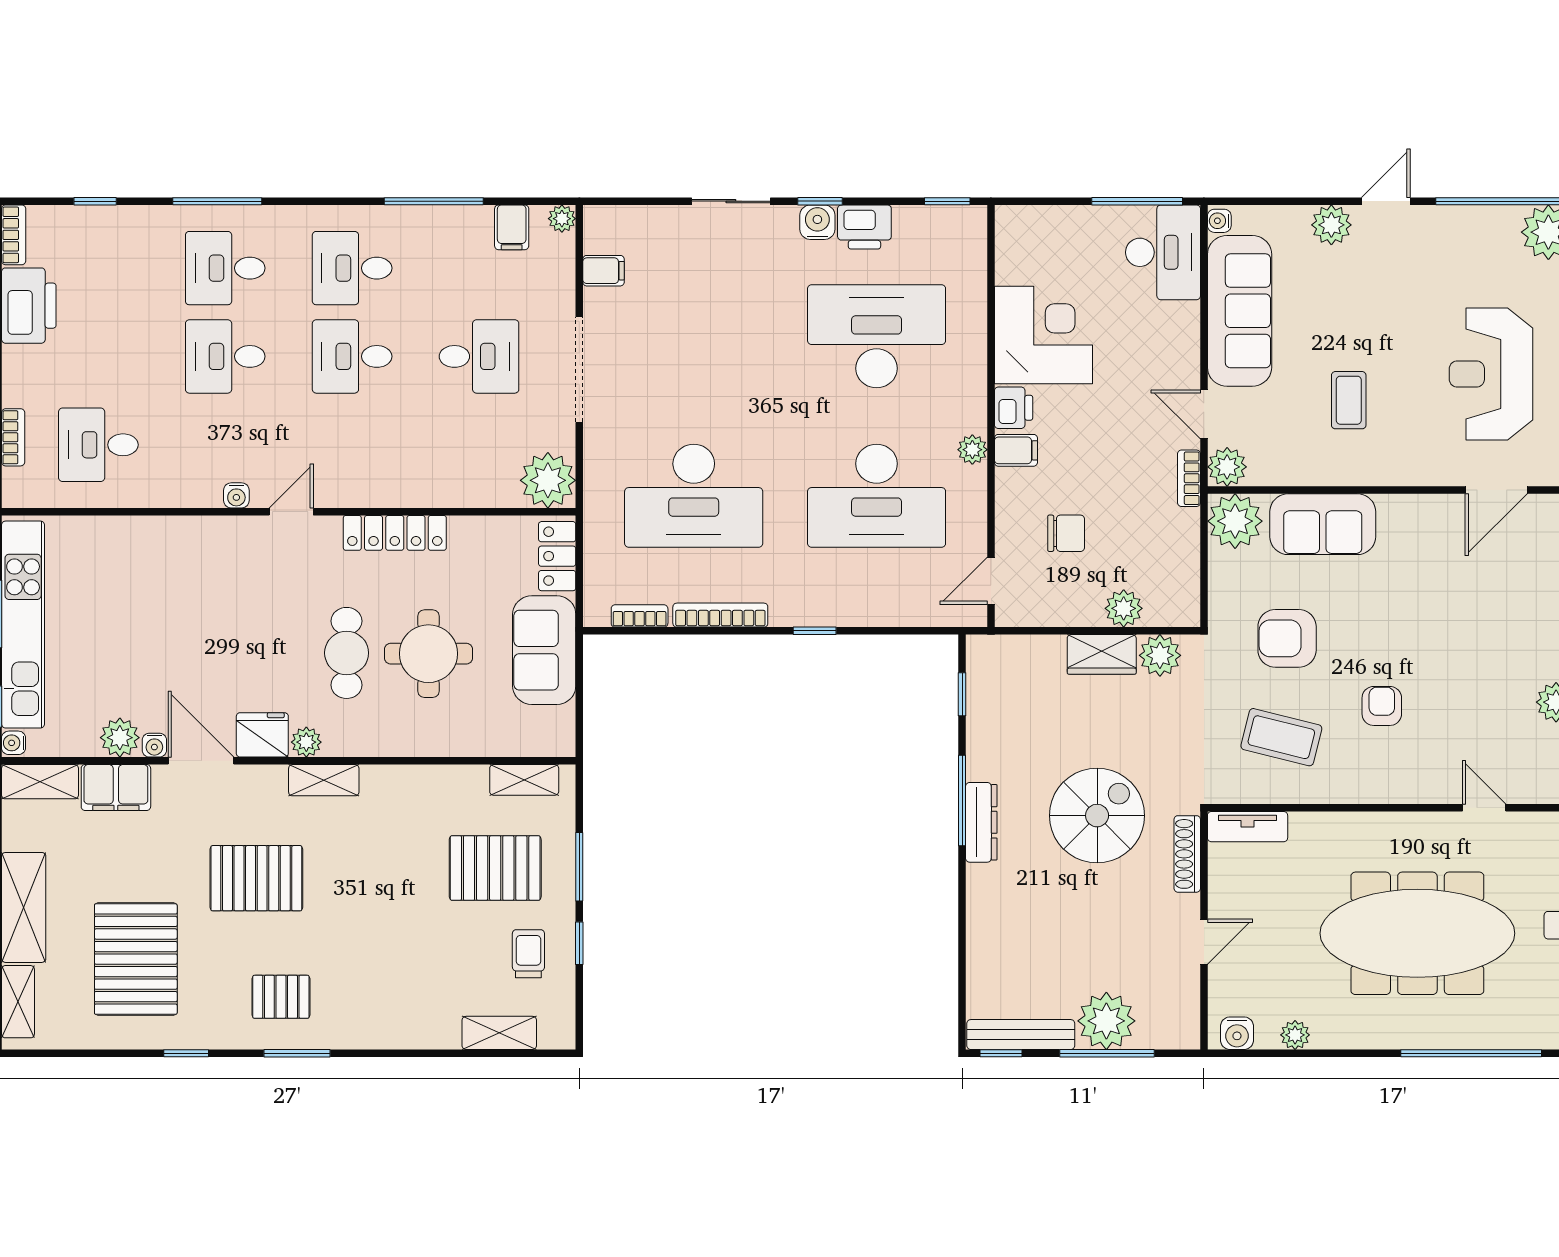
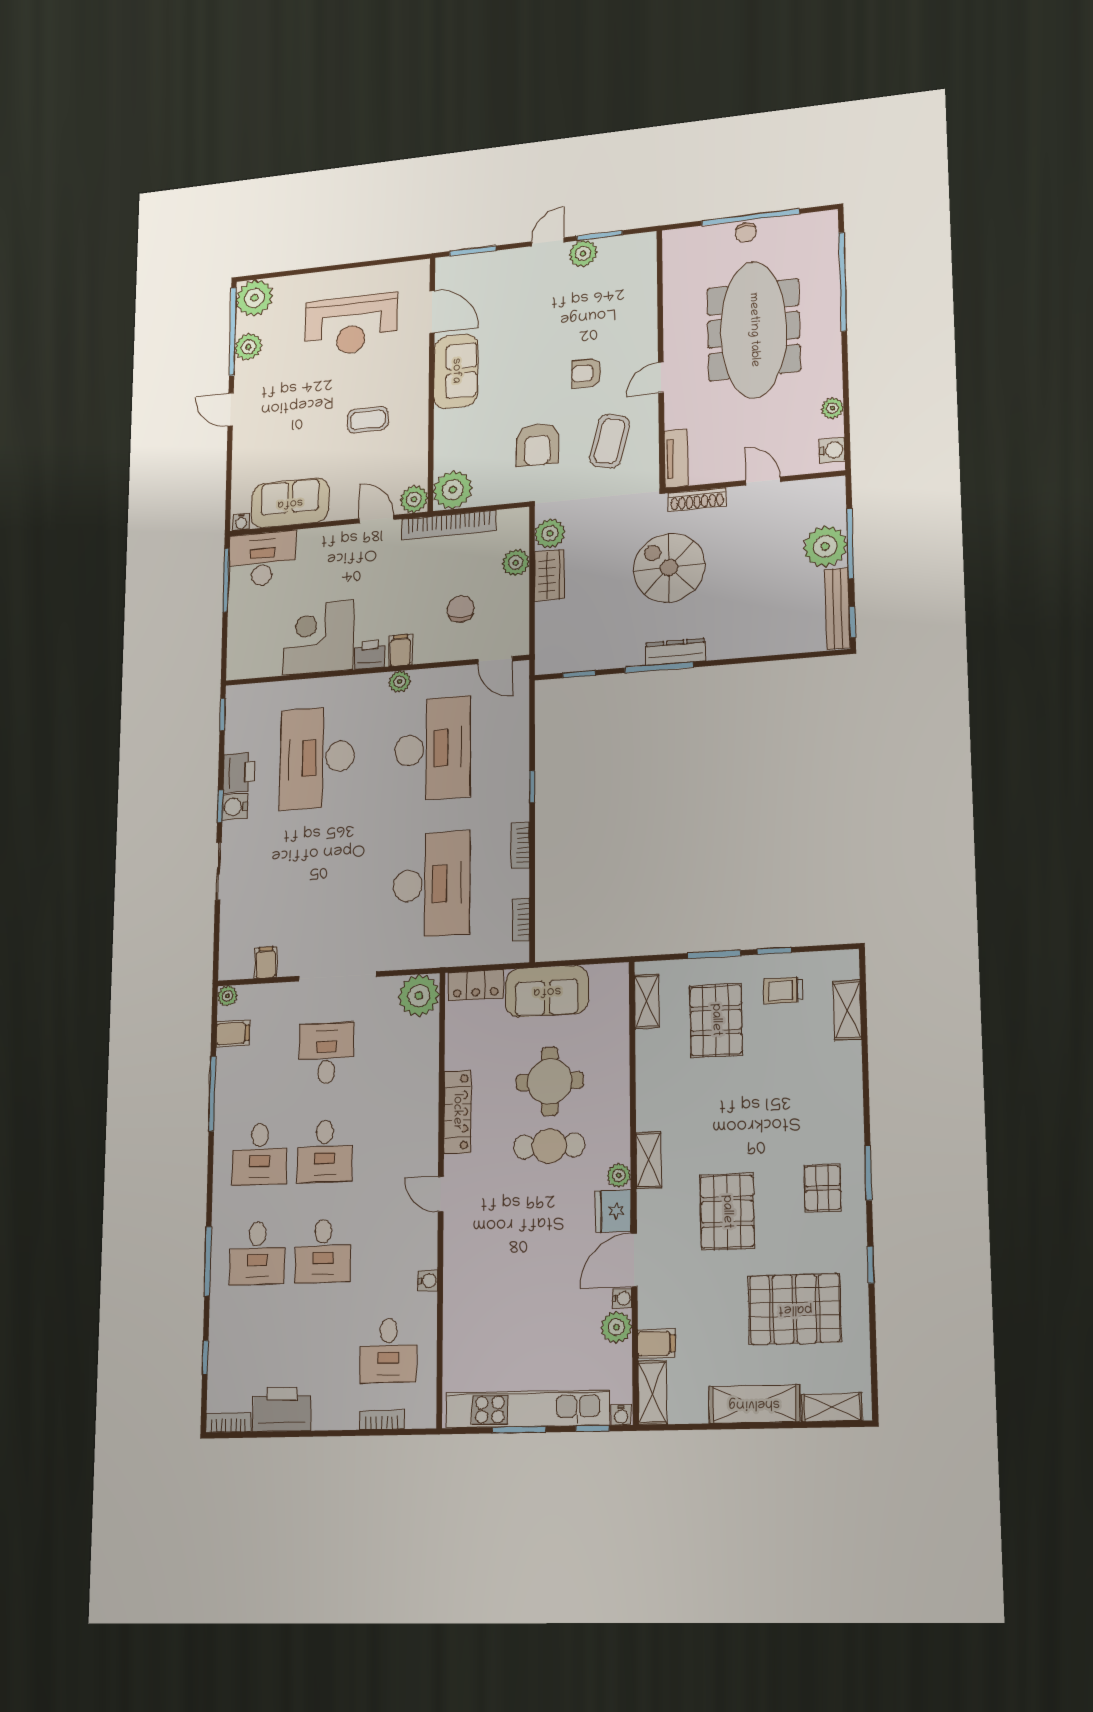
plant: (1331, 225) -> (248, 347), moved
sofa: (1240, 311) -> (290, 503), width x0.73
door: (1204, 414) -> (376, 519), swing flipped
bookcase: (1189, 478) -> (448, 525), width x2.31, depth x1.31
water cooler: (236, 495) -> (428, 1281), moved
sofa: (1323, 524) -> (456, 371), moved
bookcase: (720, 615) -> (520, 846), width x0.64
filing cabinet: (116, 788) -> (656, 1344), width x0.50
door: (1484, 808) -> (661, 377), moved

